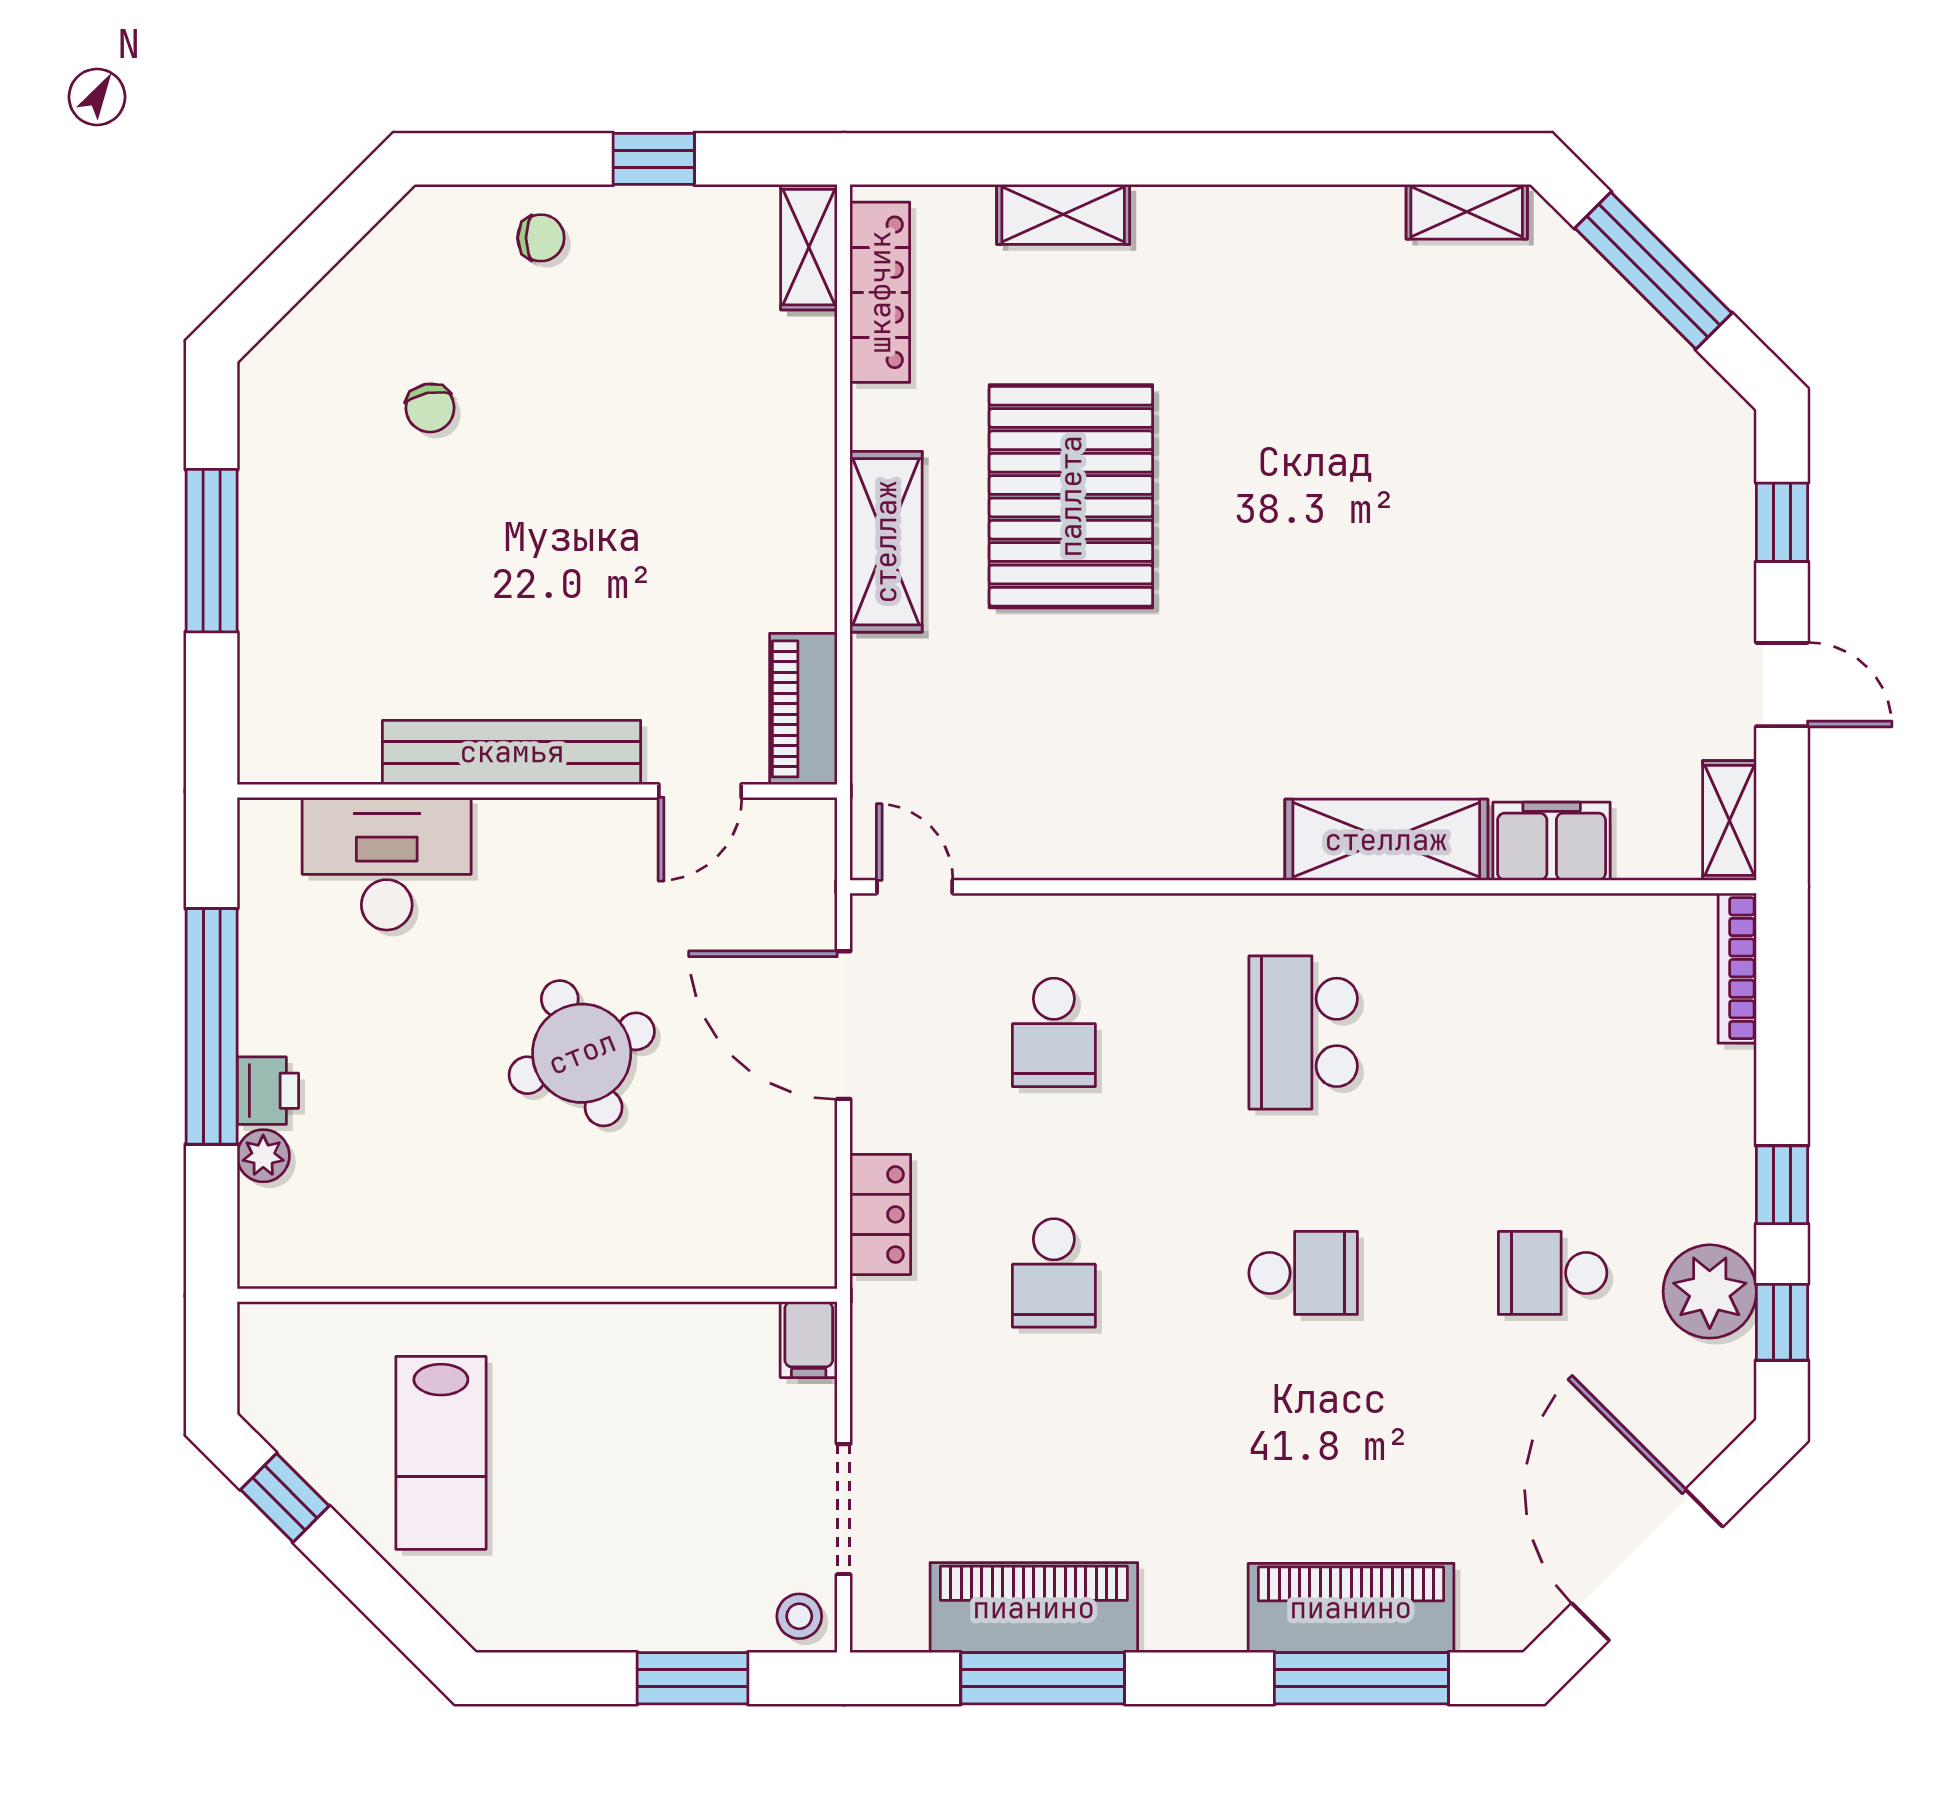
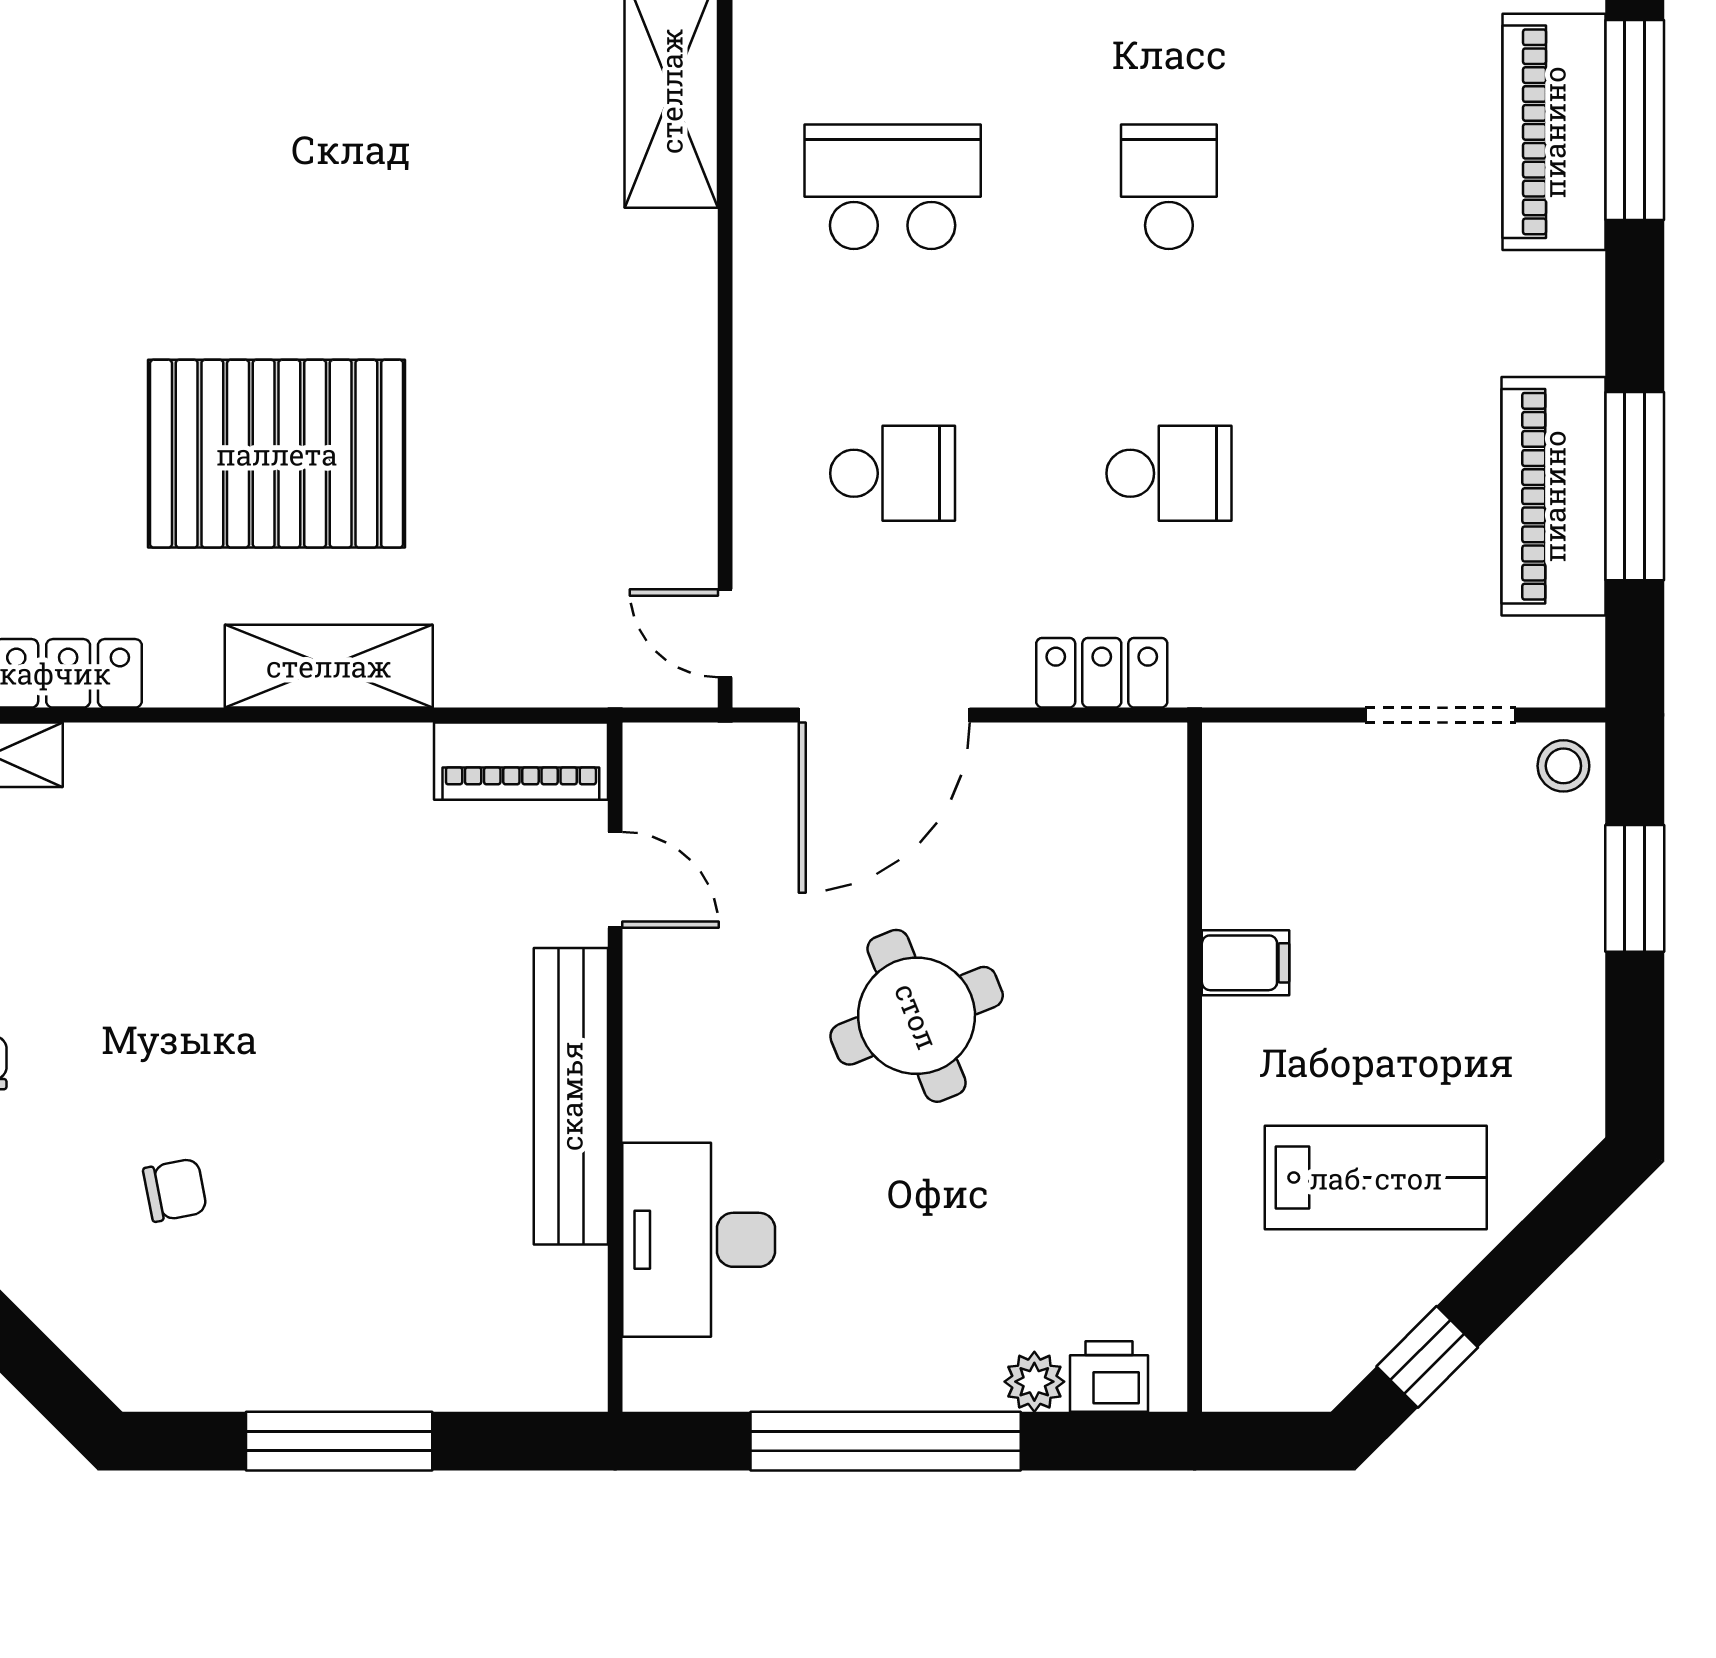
door: (915, 887) -> (725, 633), hinge flipped
school desk: (1303, 1032) -> (893, 187), turned 180
printer: (268, 1091) -> (1109, 1376), moved
filing cabinet: (809, 1340) -> (1246, 963), moved

